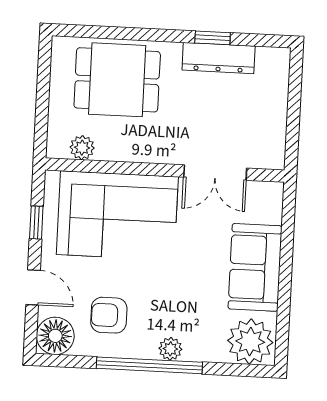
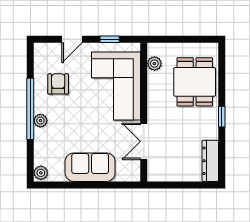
window: (213, 38) -> (222, 117), moved
dresser: (219, 58) -> (210, 161), moved
floor lamp: (55, 336) -> (45, 54), removed
plant: (250, 342) -> (41, 173), width x0.53, depth x0.53

